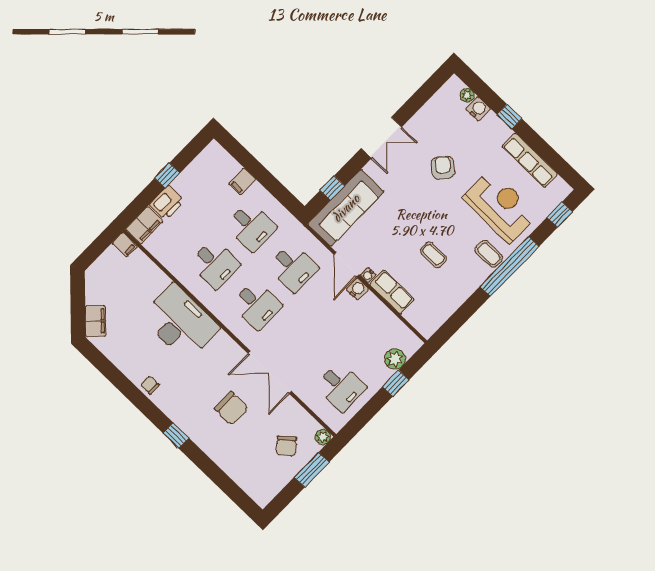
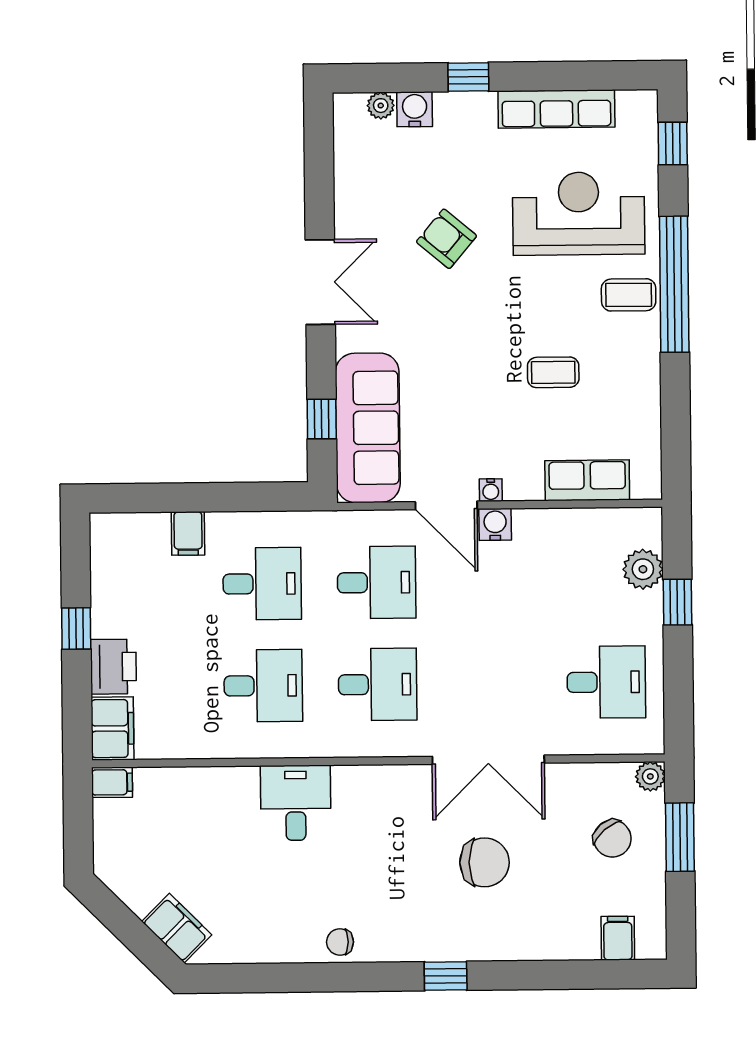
row of seats: (392, 292) -> (587, 480), moved
desk: (180, 323) -> (296, 803), width x0.53, depth x0.77
filing cabinet: (252, 484) -> (618, 938), added

